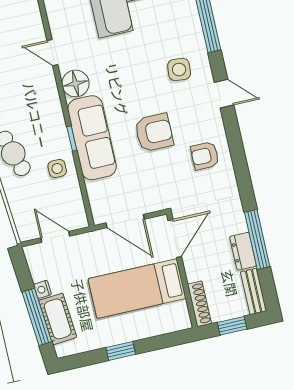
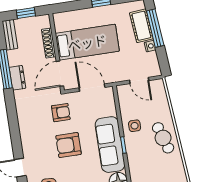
armchair: (205, 156) -> (61, 113), moved
dresser: (243, 251) -> (17, 78), moved
shoe rack: (199, 304) -> (49, 43), moved

